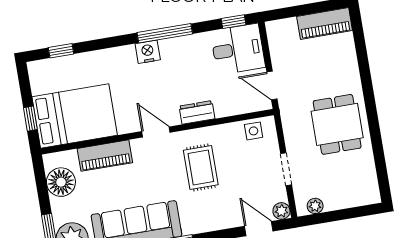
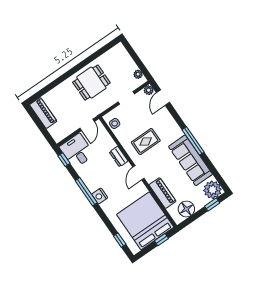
bed: (75, 116) -> (145, 221), width x1.36

